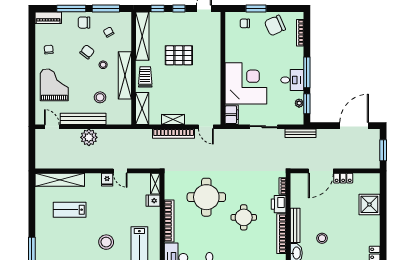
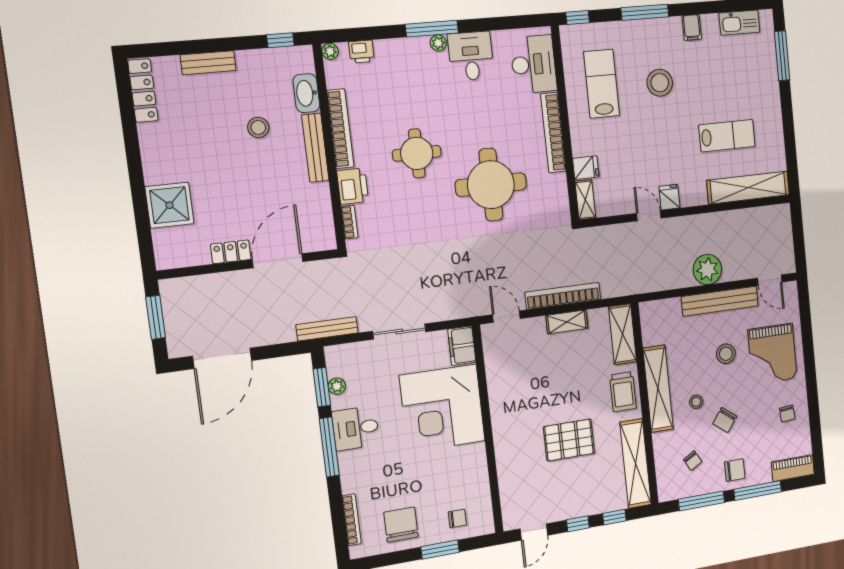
chair: (275, 25) -> (401, 525), turned -66
stool: (100, 97) -> (726, 354), moved

